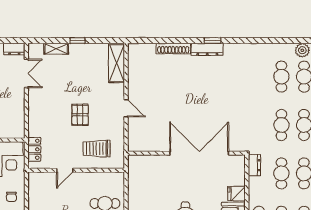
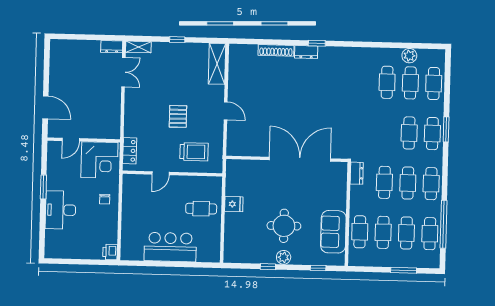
shelving: (56, 49) -> (138, 47), moved
dresser: (207, 49) -> (306, 52), width x0.70
cafe table: (281, 125) -> (386, 132), removed
trolley: (97, 149) -> (194, 152), turned 180
fridge: (237, 194) -> (234, 204), moved, turned 180

